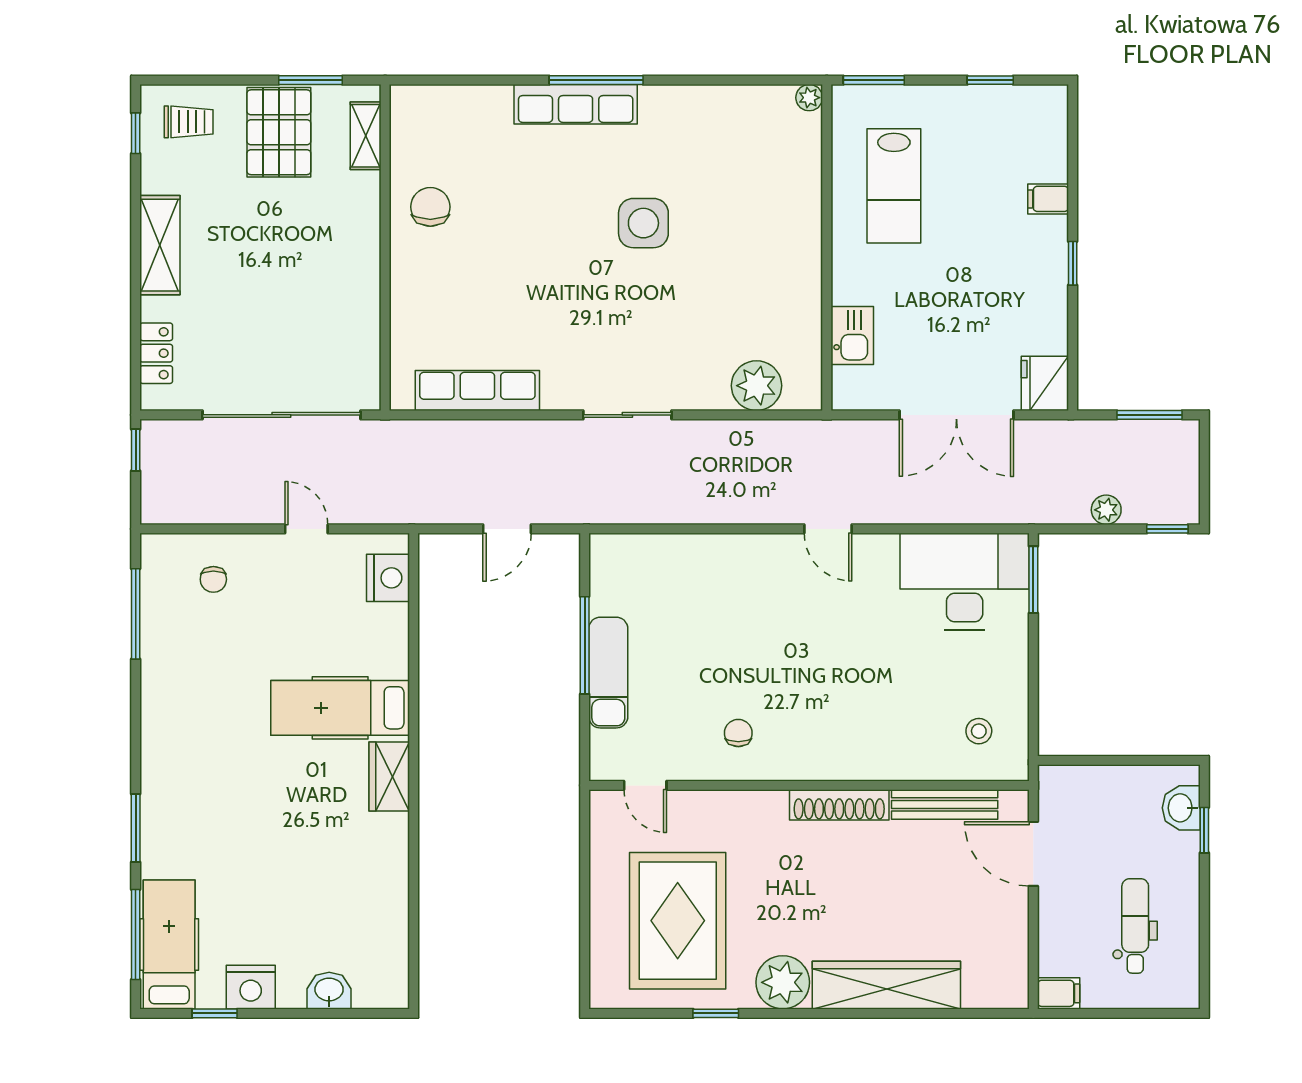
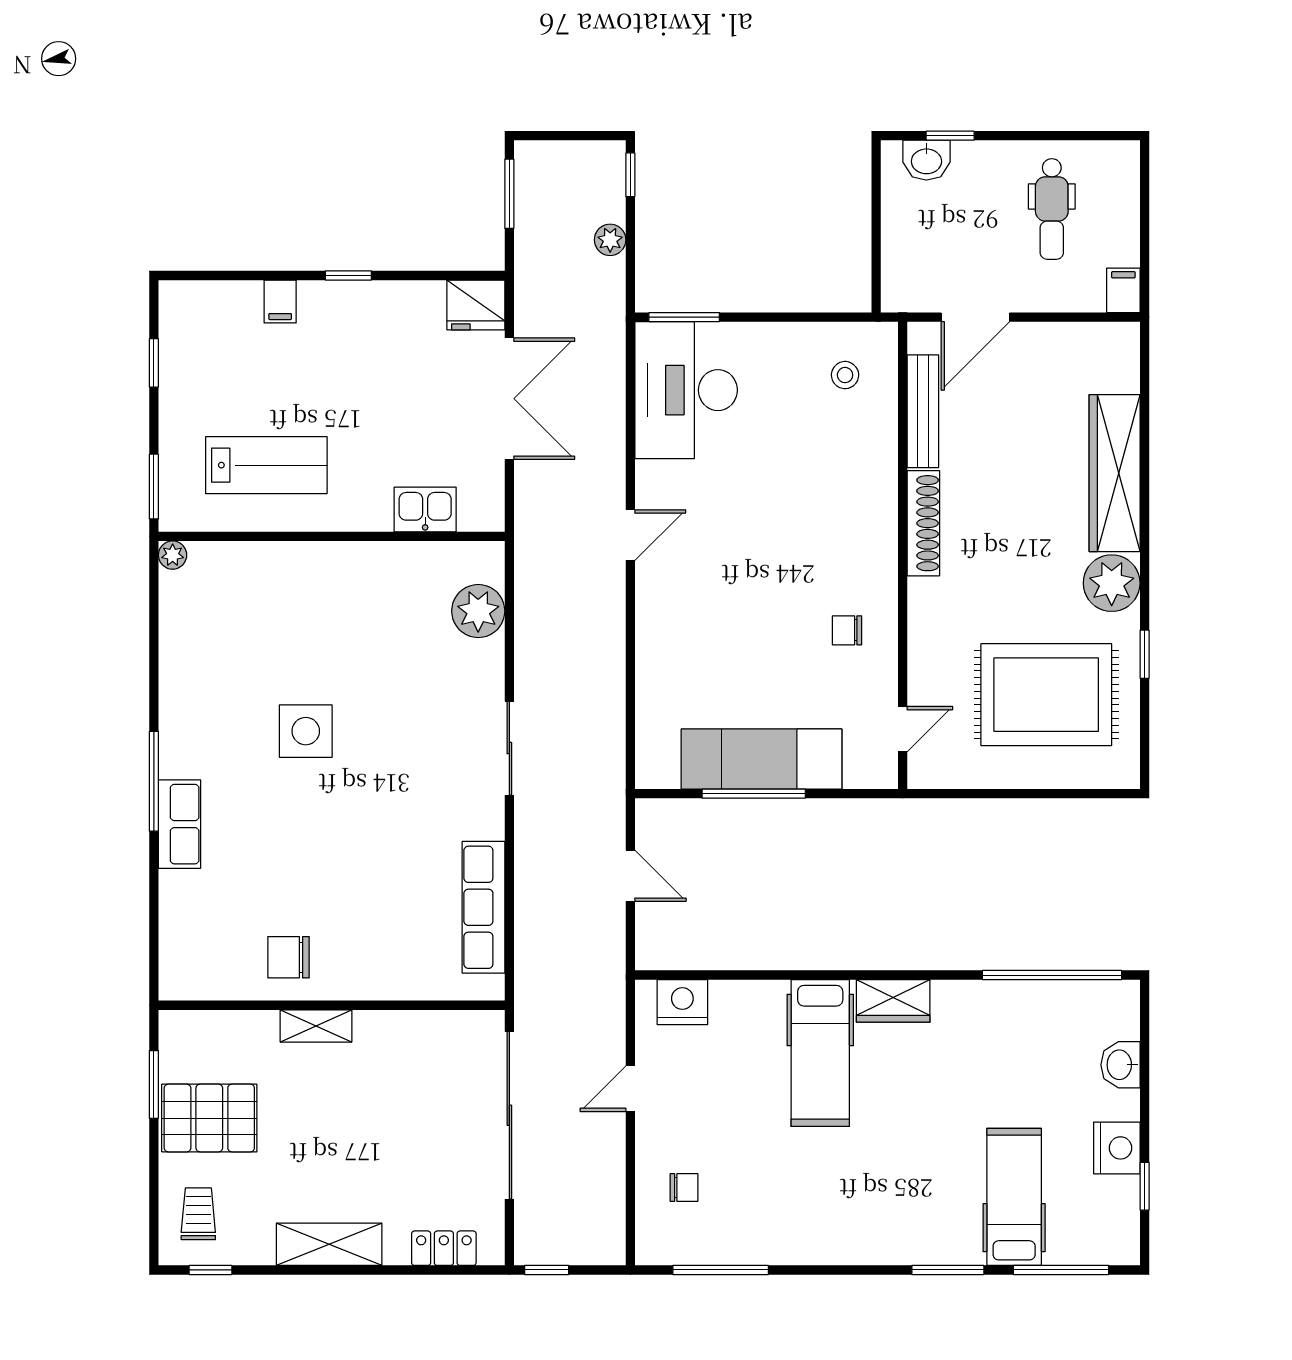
row of seats: (576, 104) -> (180, 824), width x0.68
shelving: (366, 136) -> (316, 1026), moved
exam couch: (608, 673) -> (761, 759), width x1.36, depth x1.45
window: (414, 926) -> (1052, 975), added
dental chair: (1135, 926) -> (1052, 209), turned -90
hospital bed: (169, 944) -> (1014, 1197), moved, turned 90

